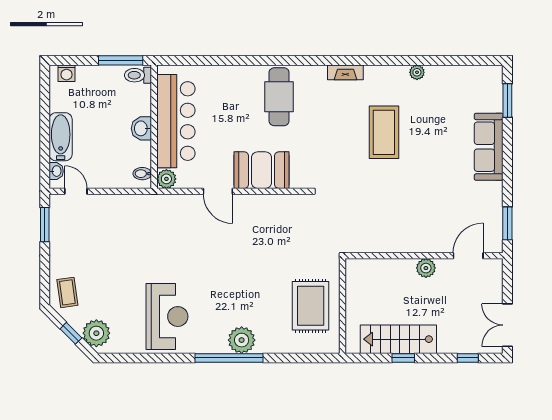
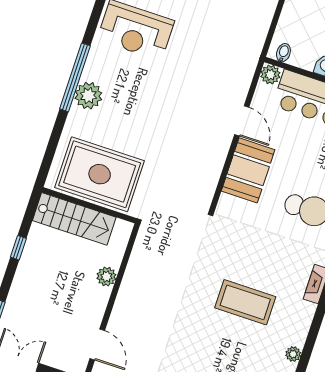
door: (218, 191) -> (242, 121), swing flipped
plant: (426, 268) -> (106, 277), moved
rug: (311, 306) -> (100, 174), width x1.37, depth x1.44
stairs: (398, 339) -> (74, 219), moved, turned 90

